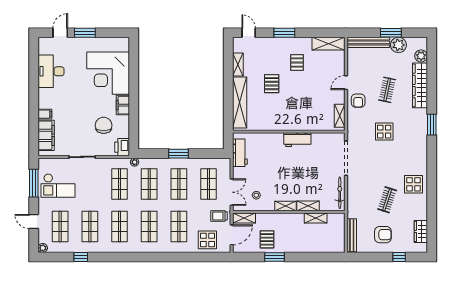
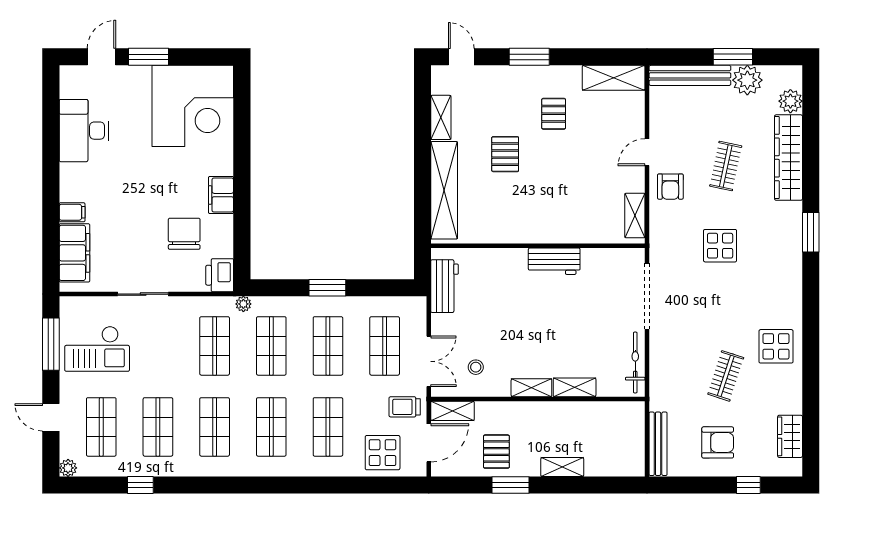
corner desk: (108, 73) -> (193, 106), moved, turned -90
shelving: (316, 218) -> (562, 467), moved

